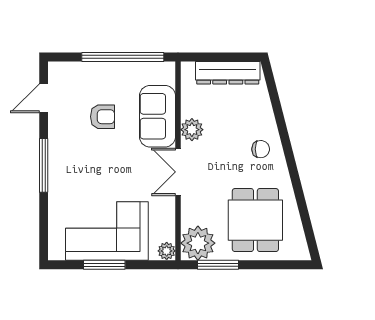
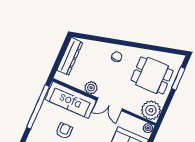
sofa: (157, 116) -> (71, 100), width x1.36
window: (218, 265) -> (178, 78), moved

